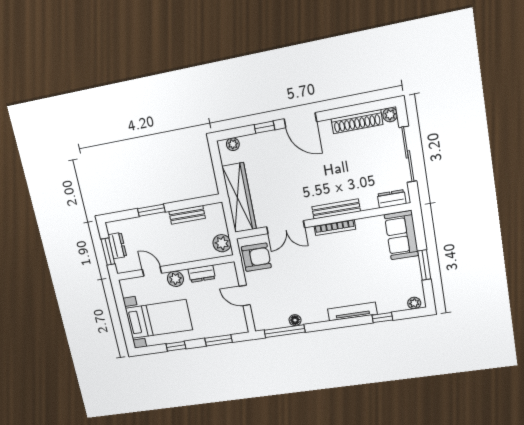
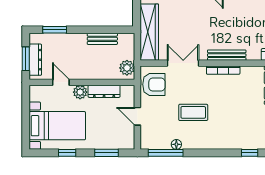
window: (151, 210) -> (55, 30), moved
double door: (286, 227) -> (183, 63), swing flipped
dresser: (117, 246) -> (35, 60), width x1.44
dresser: (202, 274) -> (104, 91), width x1.44
coffee table: (308, 282) -> (193, 112), added
tv unit: (352, 312) -> (226, 144), removed

